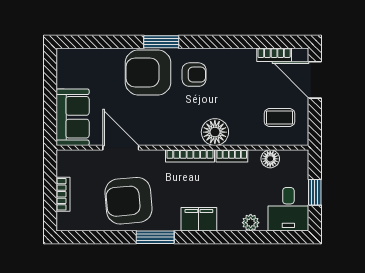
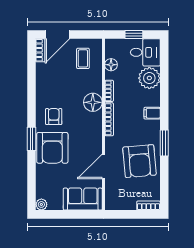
bookcase: (274, 55) -> (40, 50), moved
plant: (65, 56) -> (41, 204), added
bookcase: (63, 194) -> (148, 206), moved
filing cabinet: (199, 219) -> (152, 113), width x0.50
plant: (251, 223) -> (149, 78), width x1.87, depth x1.87

